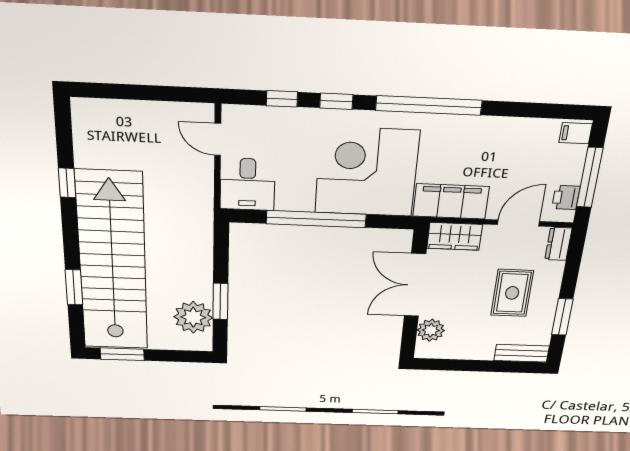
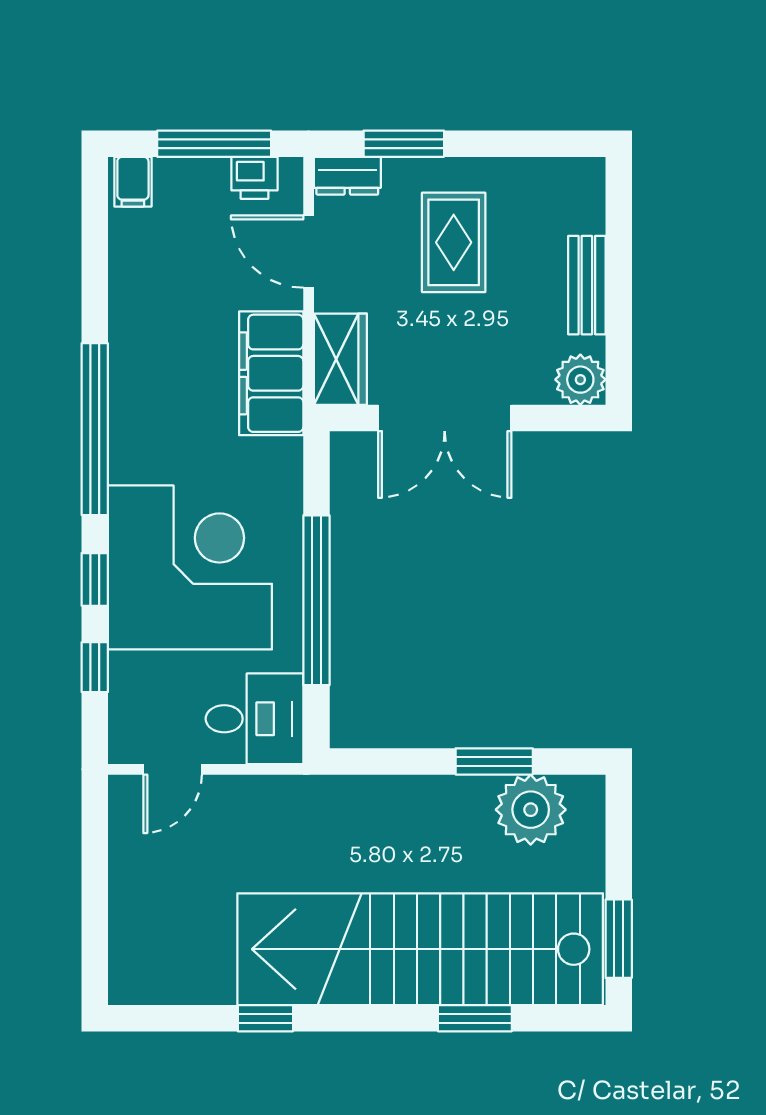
corner desk: (367, 172) -> (190, 567), moved, turned 180
rug: (512, 293) -> (454, 242), turned 90
window: (562, 317) -> (404, 144), moved
plant: (431, 330) -> (580, 380), moved
bench: (522, 353) -> (587, 285), moved

